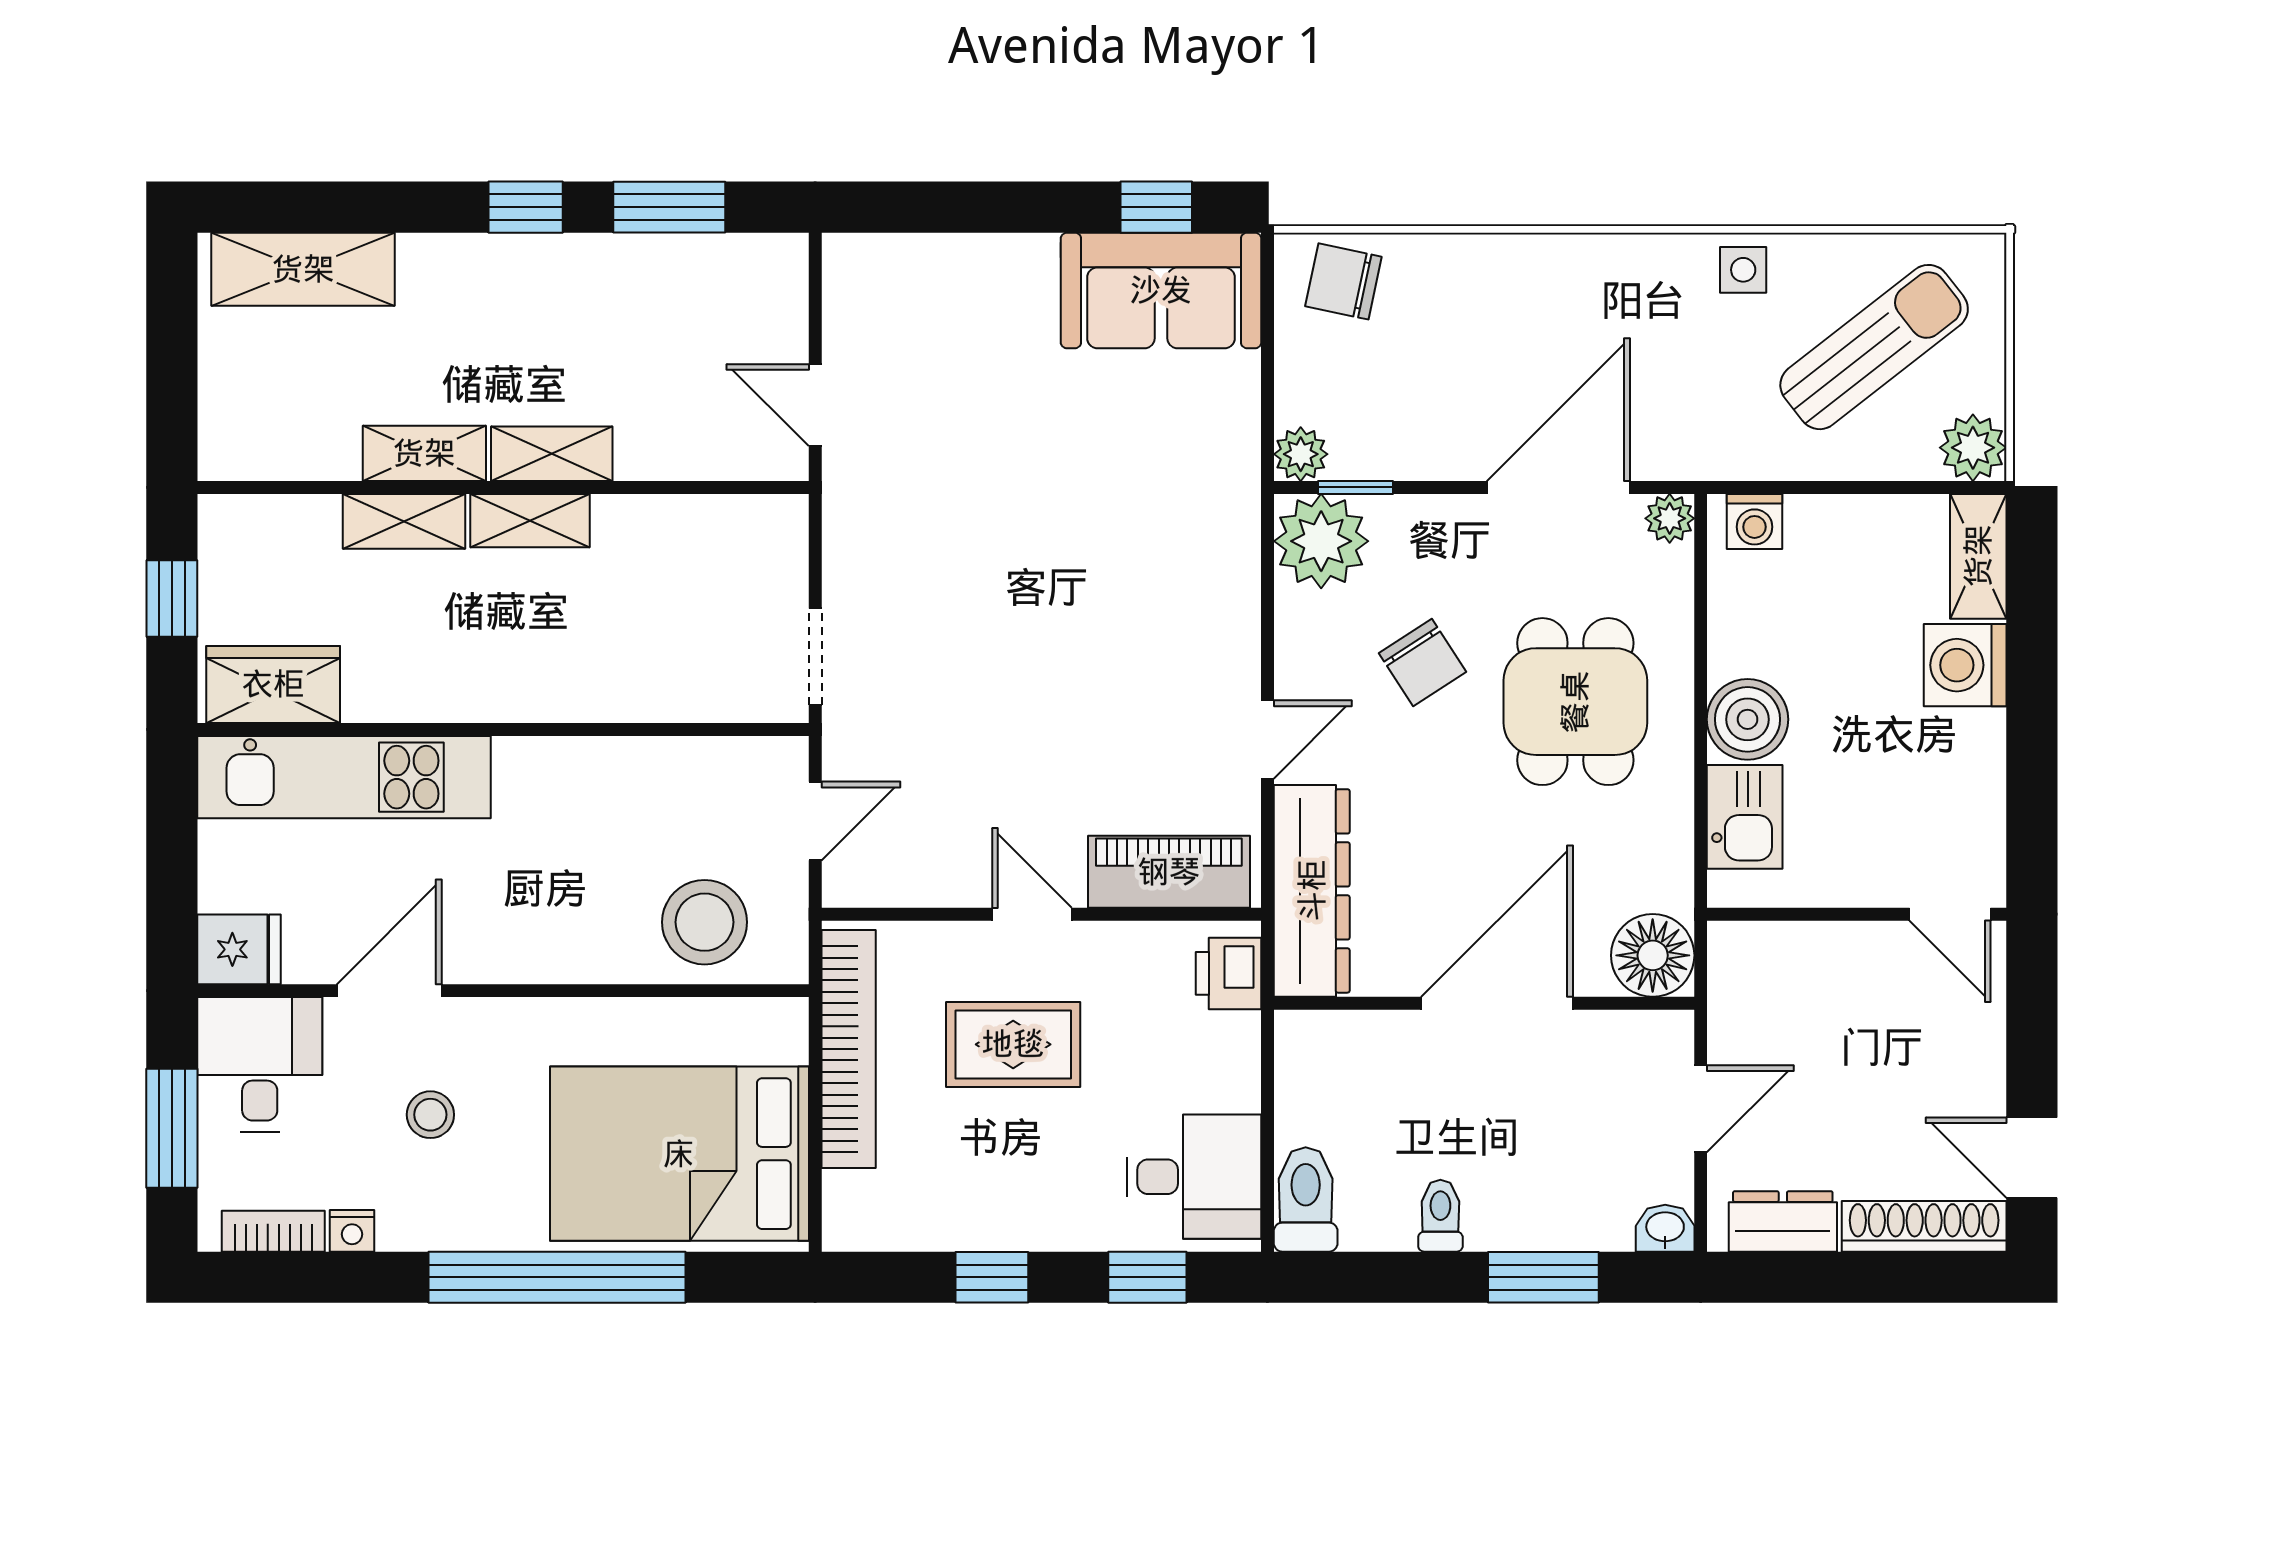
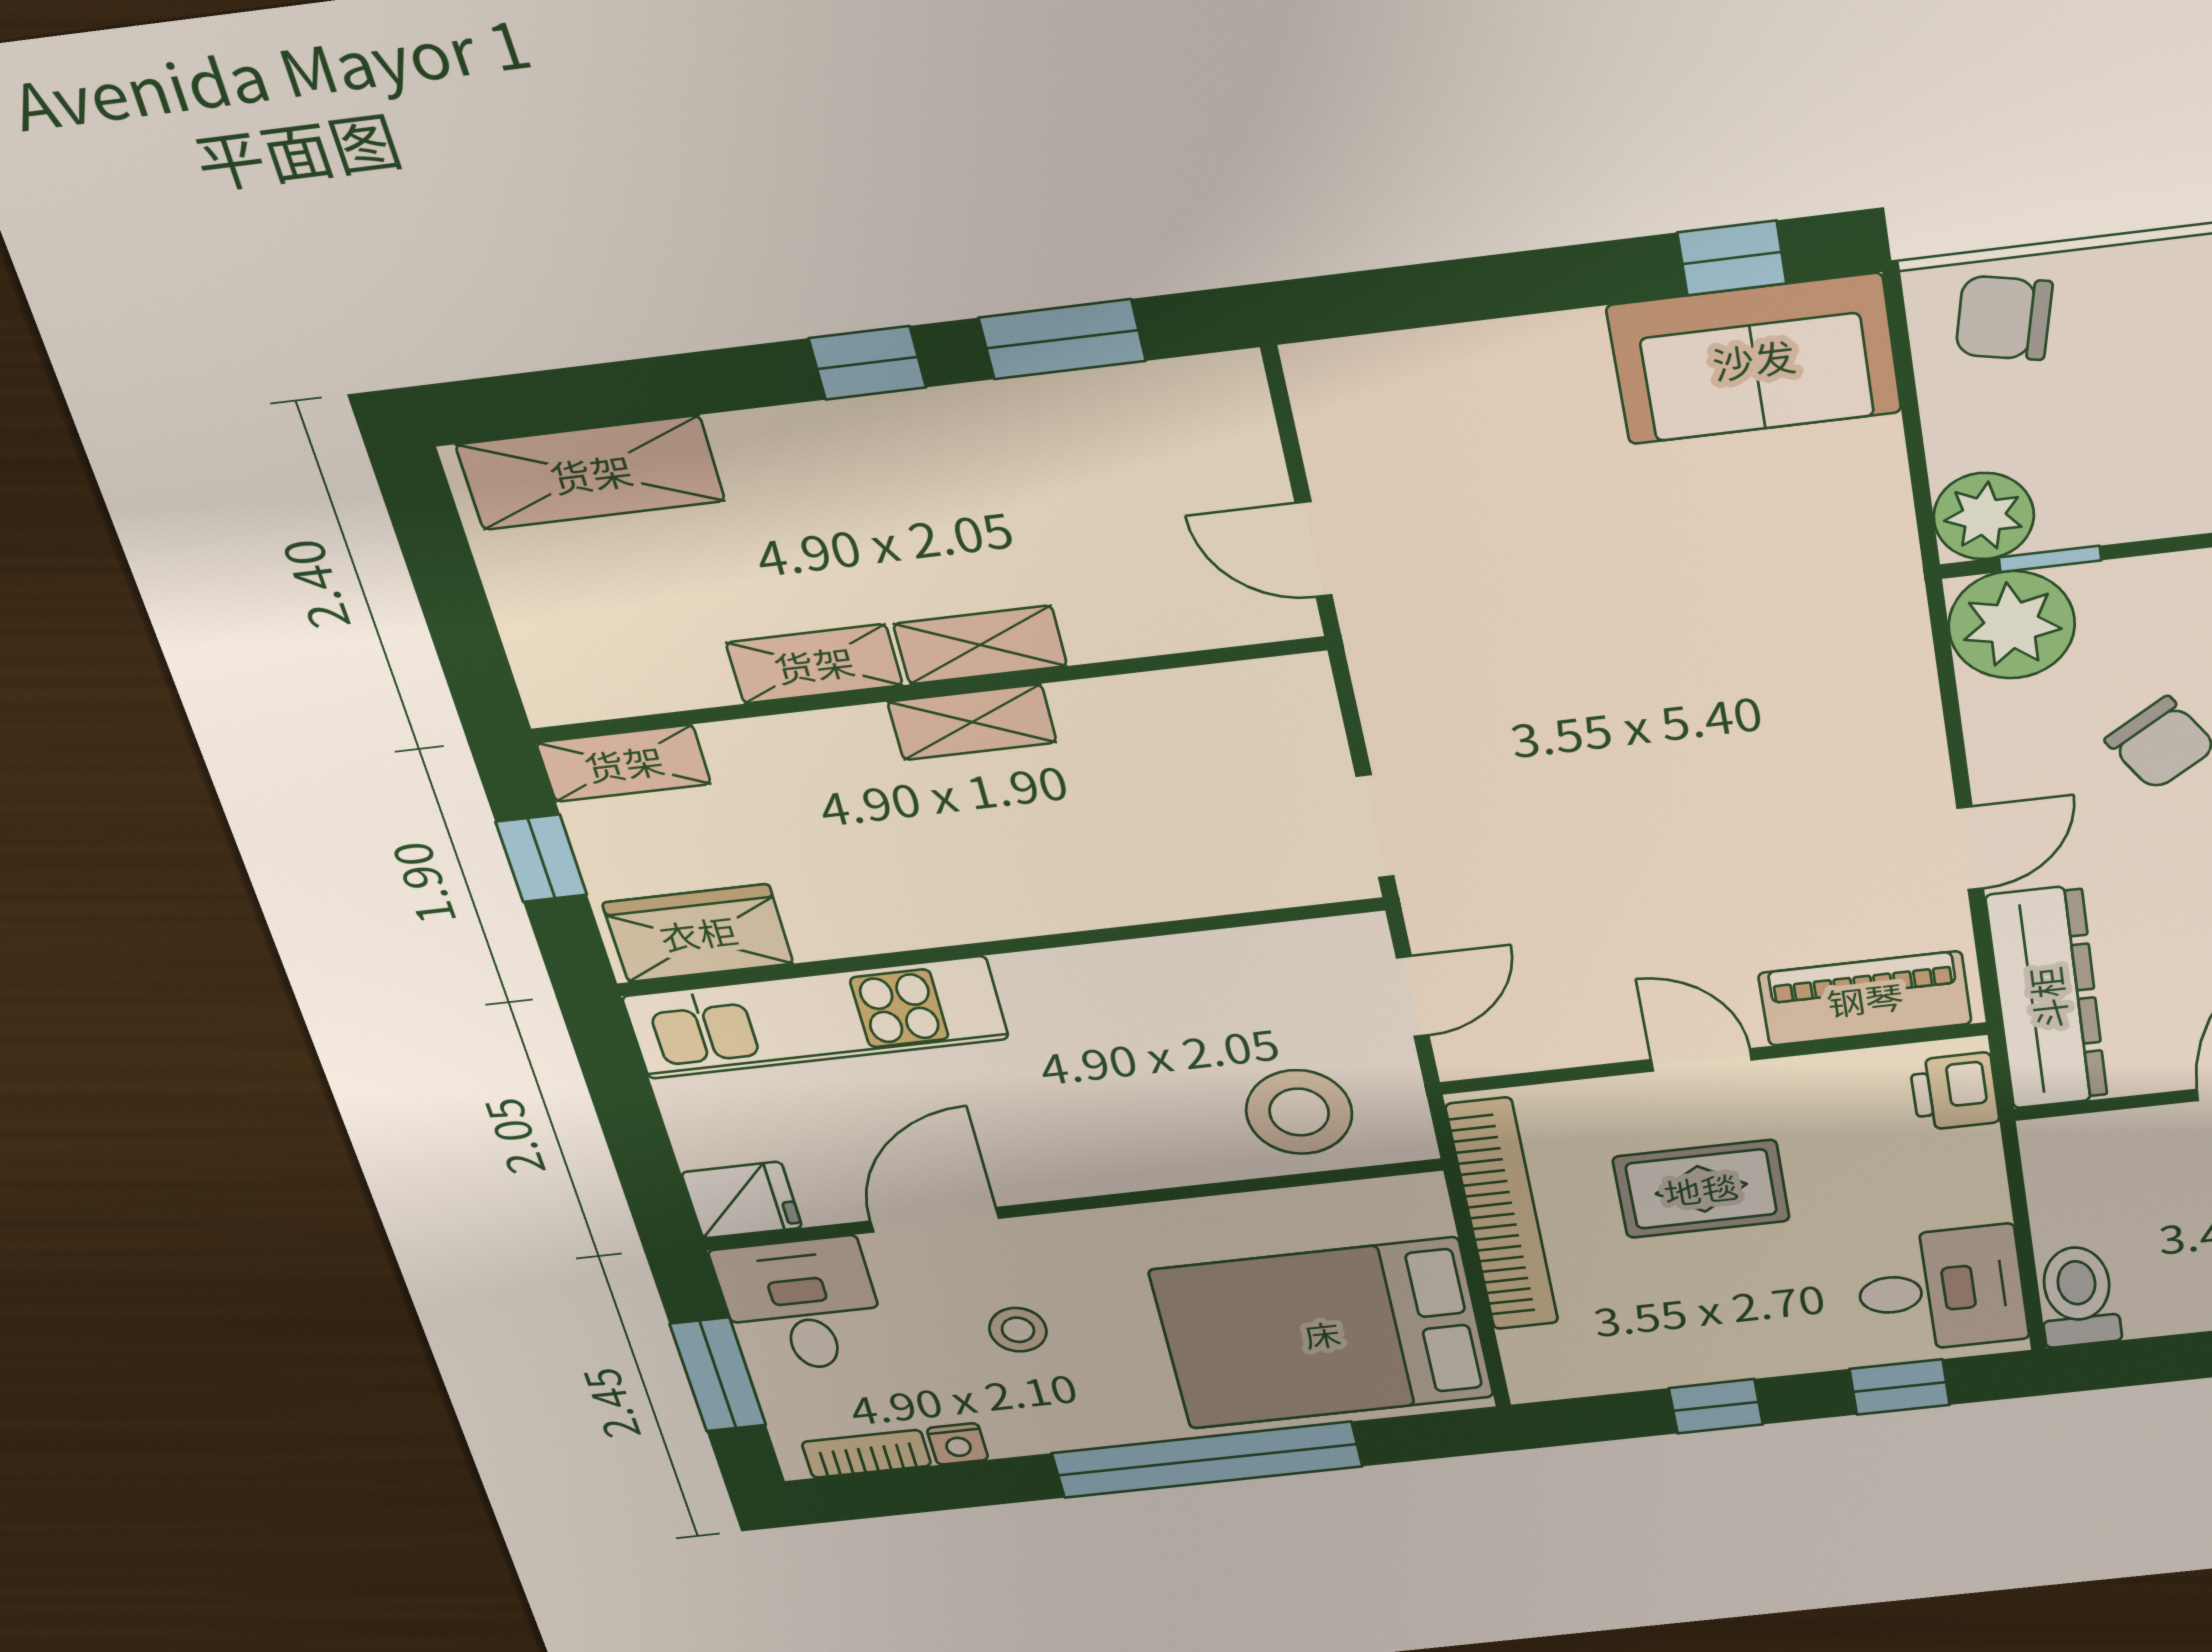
plant: (1301, 454) -> (1984, 516), width x1.38, depth x1.38
shelving: (404, 521) -> (624, 763), moved

